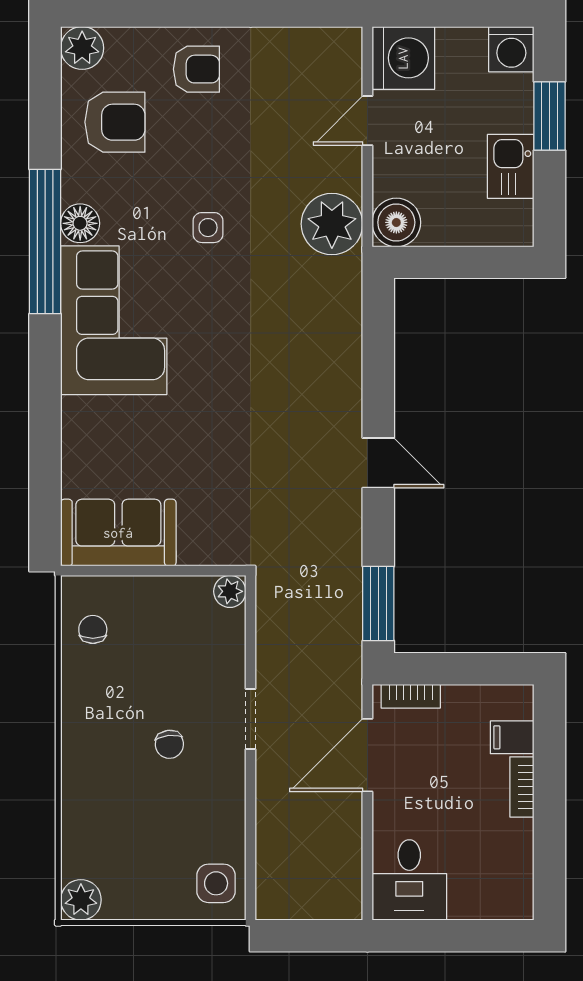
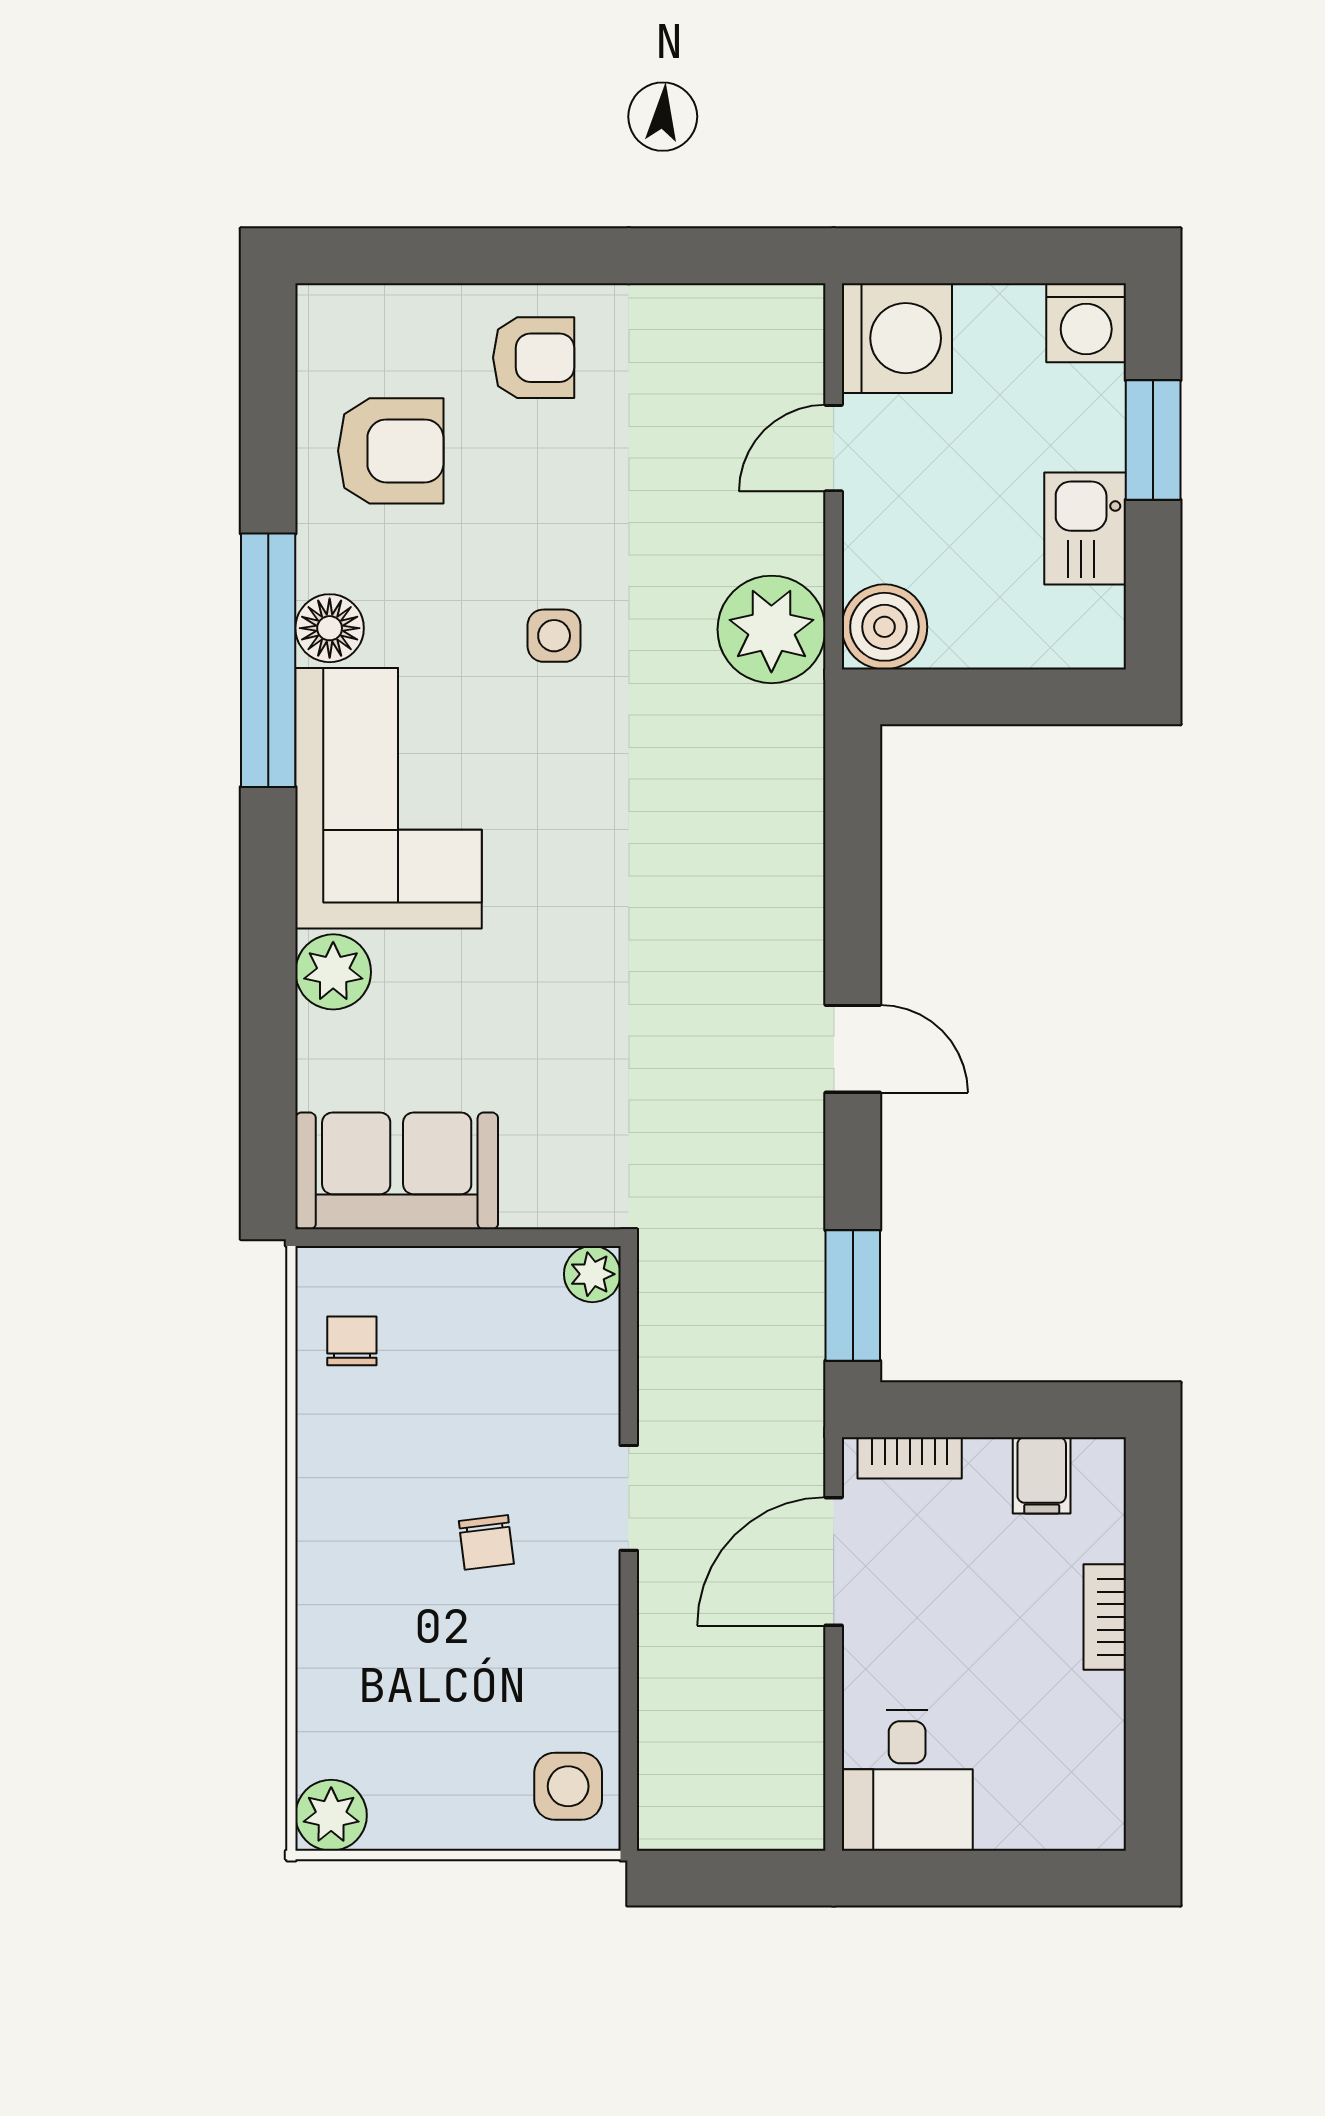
plant: (82, 48) -> (333, 972), moved
filing cabinet: (512, 737) -> (1042, 1475), moved, turned -90

